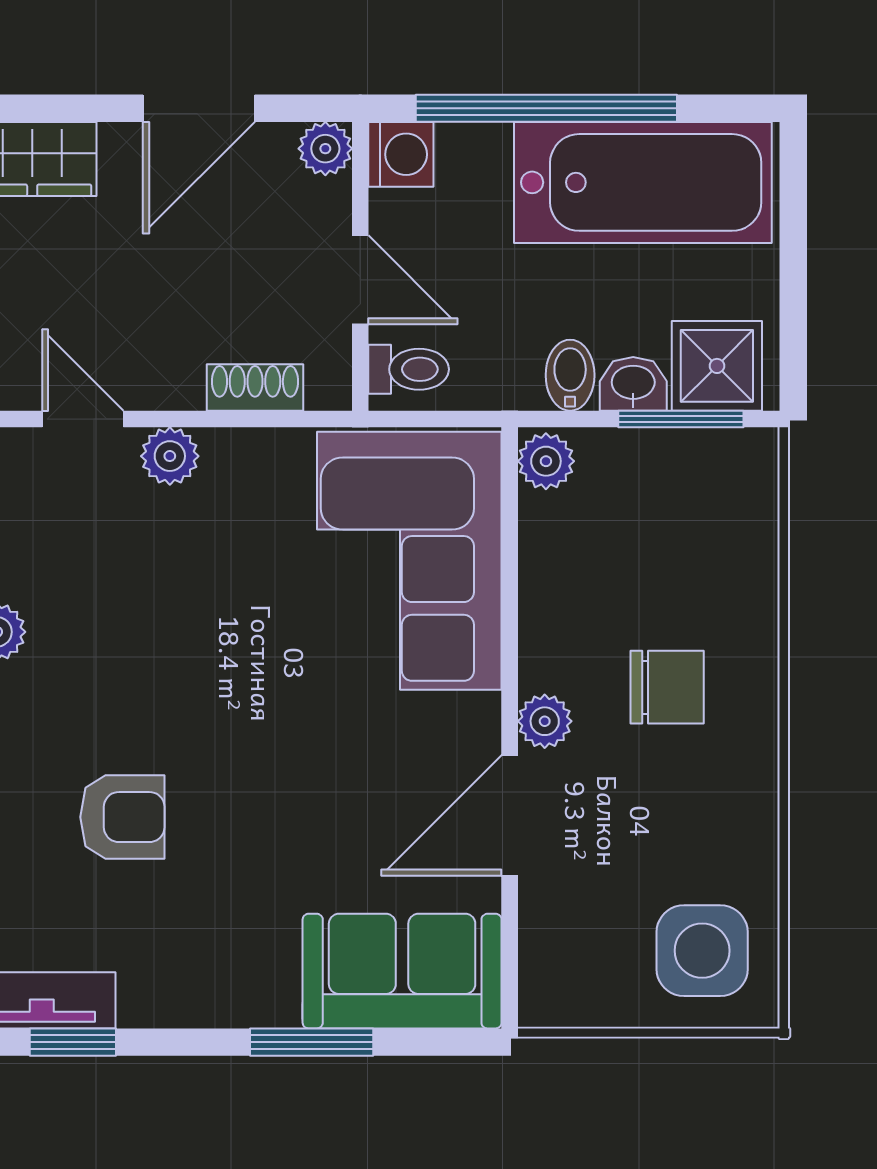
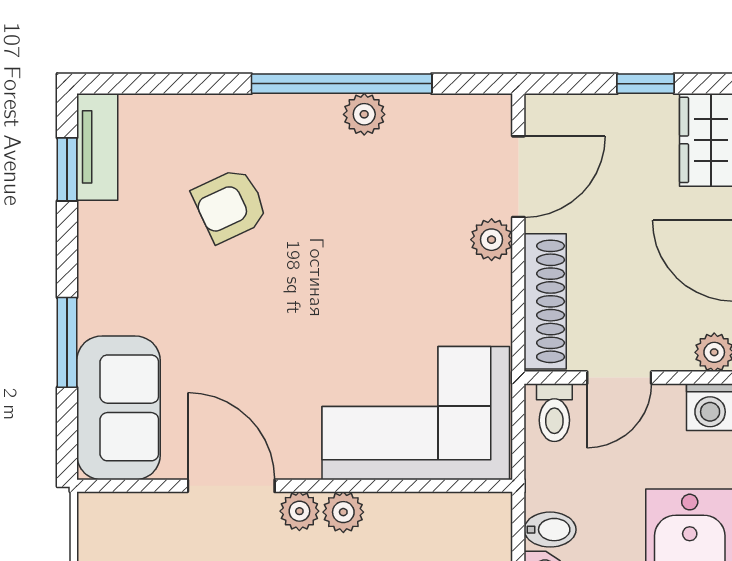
shoe rack: (255, 388) -> (545, 301), width x1.94, depth x1.24
door: (83, 419) -> (518, 177), width x1.37
plant: (546, 461) -> (343, 512), moved
armchair: (122, 817) -> (230, 205), turned 65

